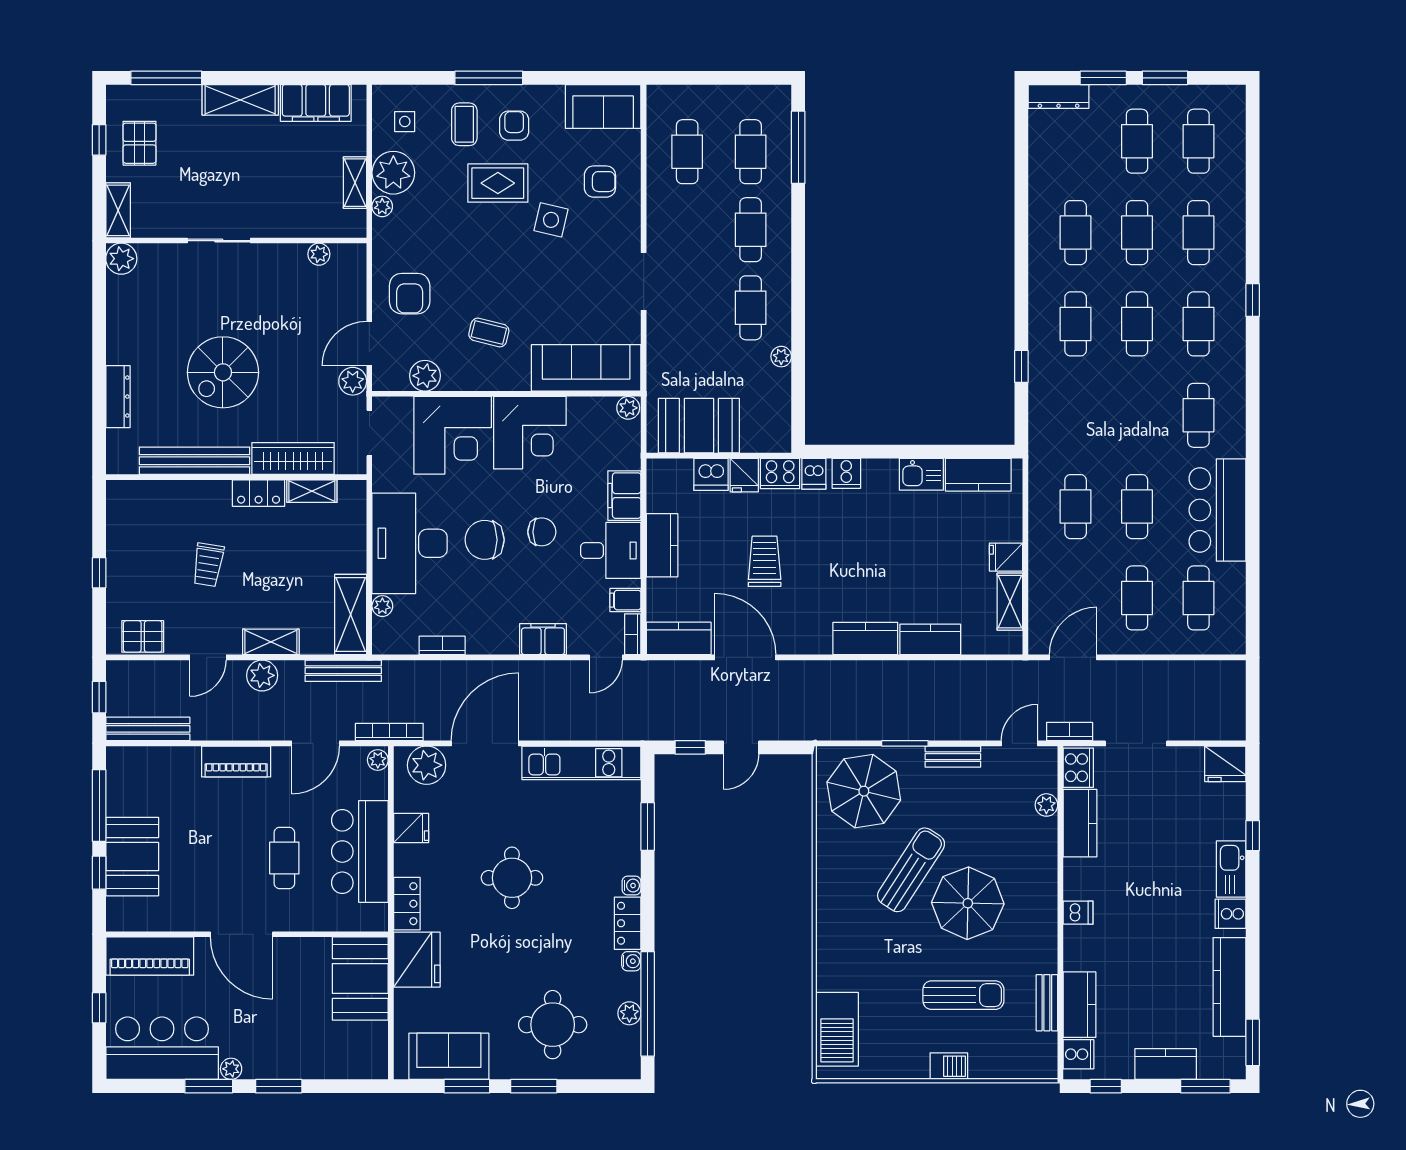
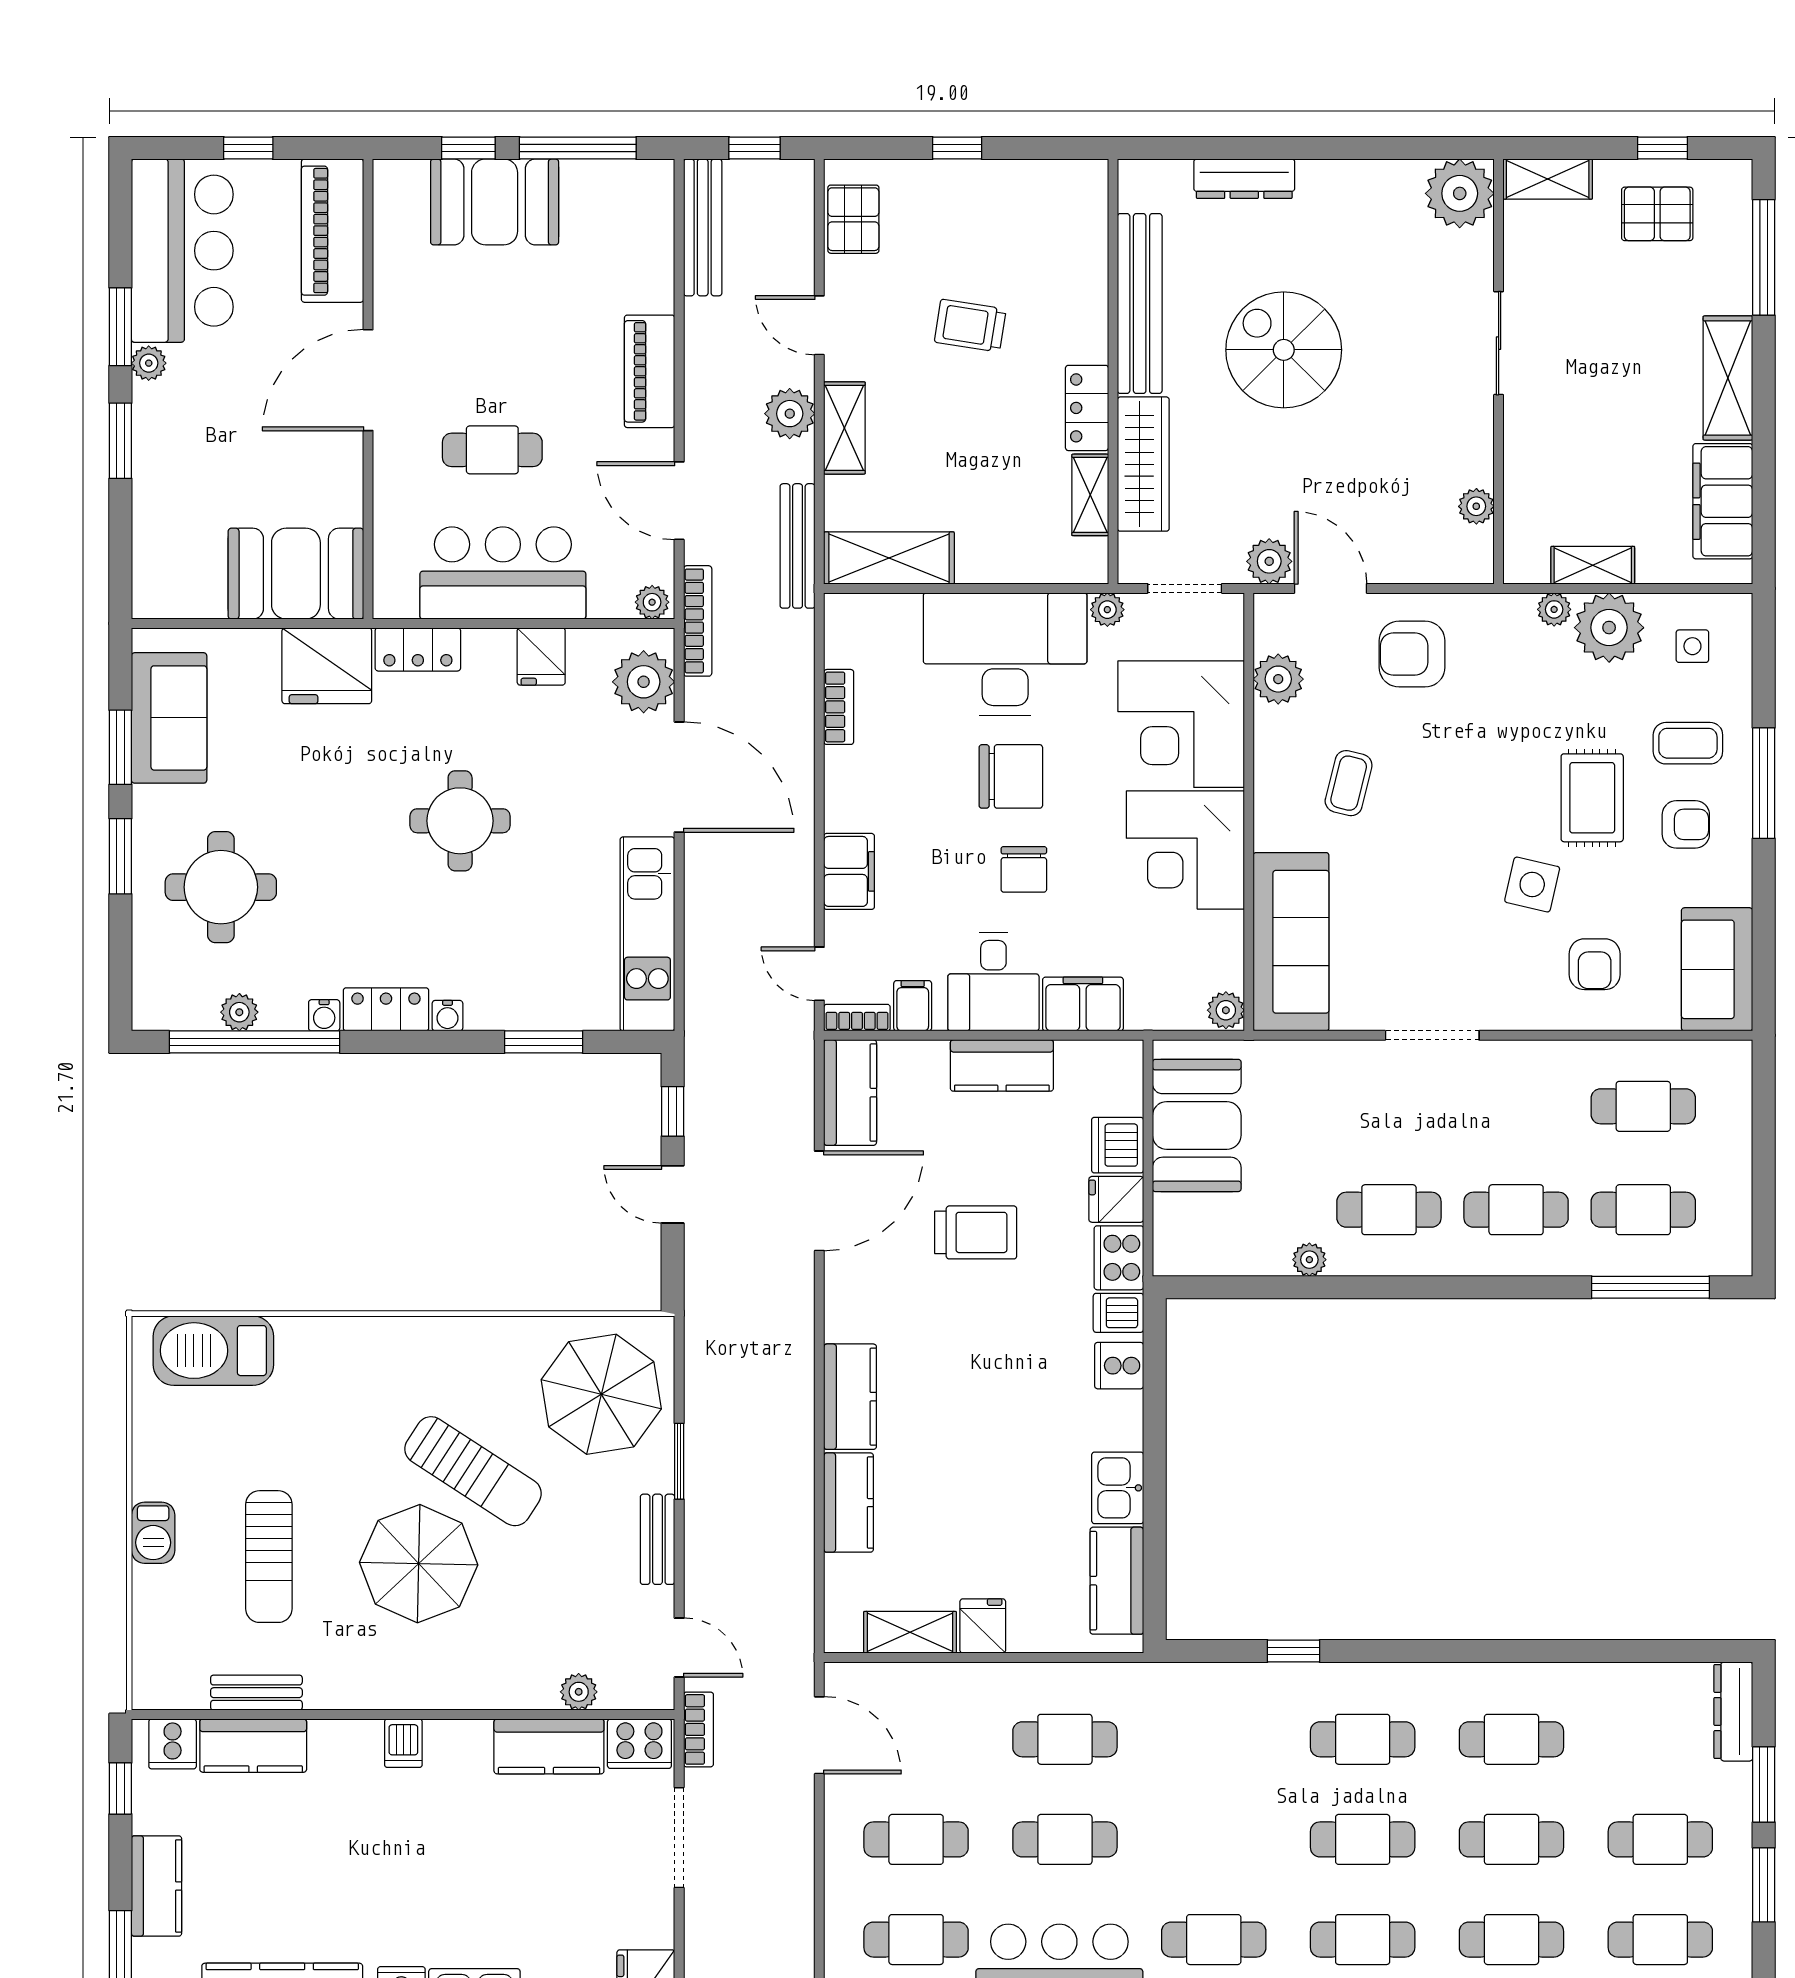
plant: (121, 259) -> (1460, 193), width x1.36, depth x1.36
chair: (485, 540) -> (1011, 776), turned 90
plant: (382, 606) -> (1107, 610), moved

